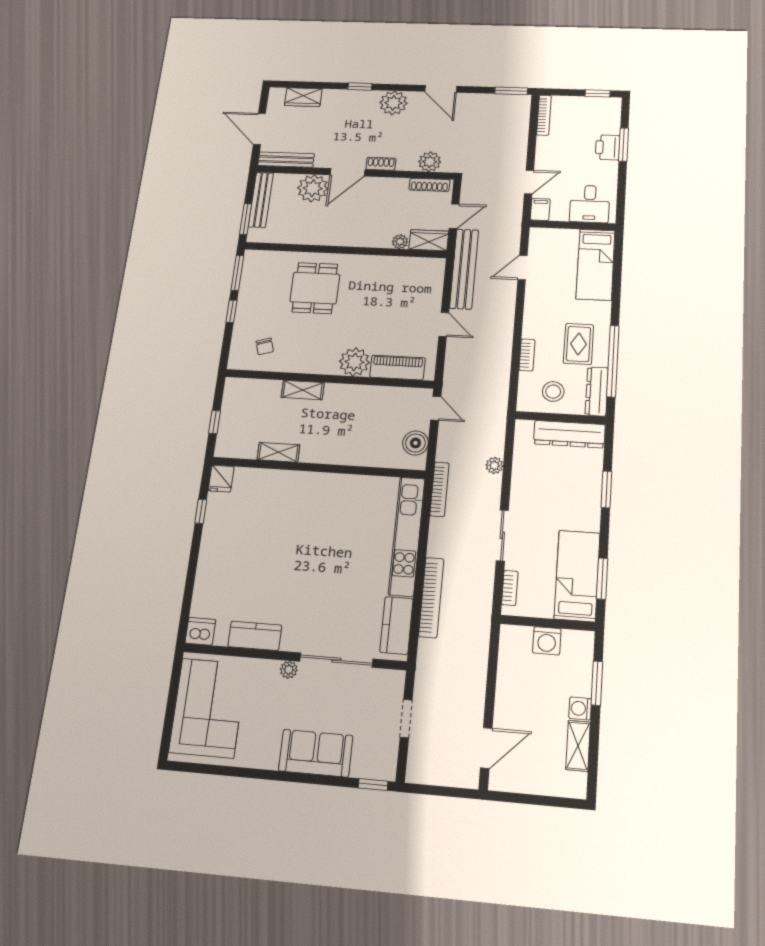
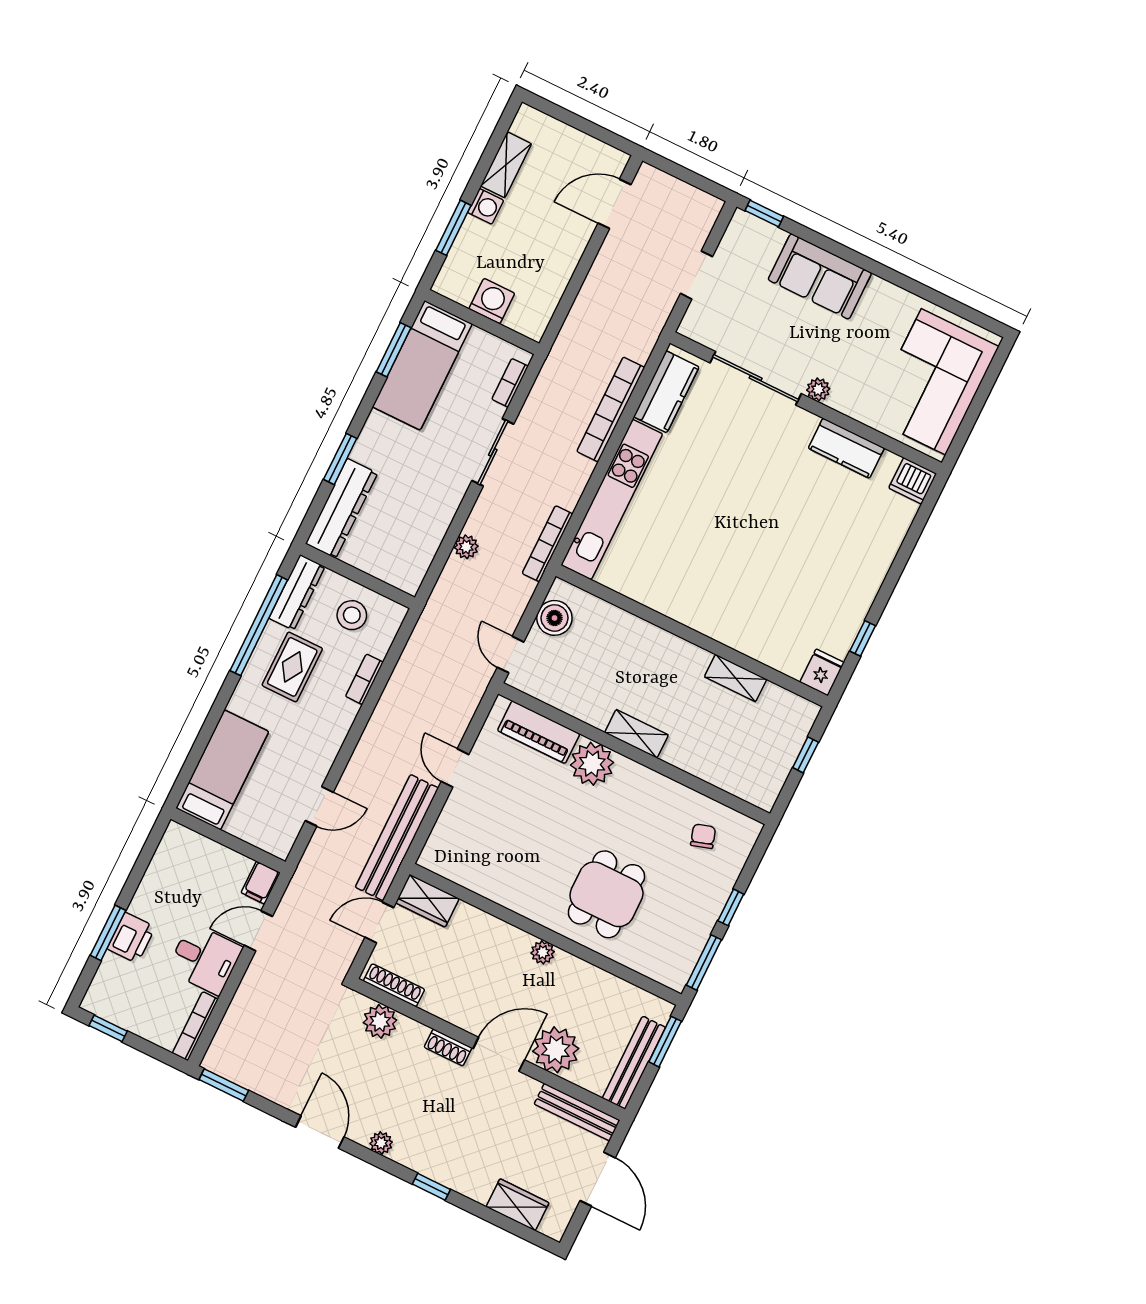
plant: (393, 103) -> (381, 1143), width x0.53, depth x0.53
desk: (590, 204) -> (205, 959), moved, turned 90
plant: (400, 242) -> (543, 952), moved
shelving: (303, 390) -> (637, 734), moved
dresser: (569, 434) -> (341, 508), moved, turned 90

